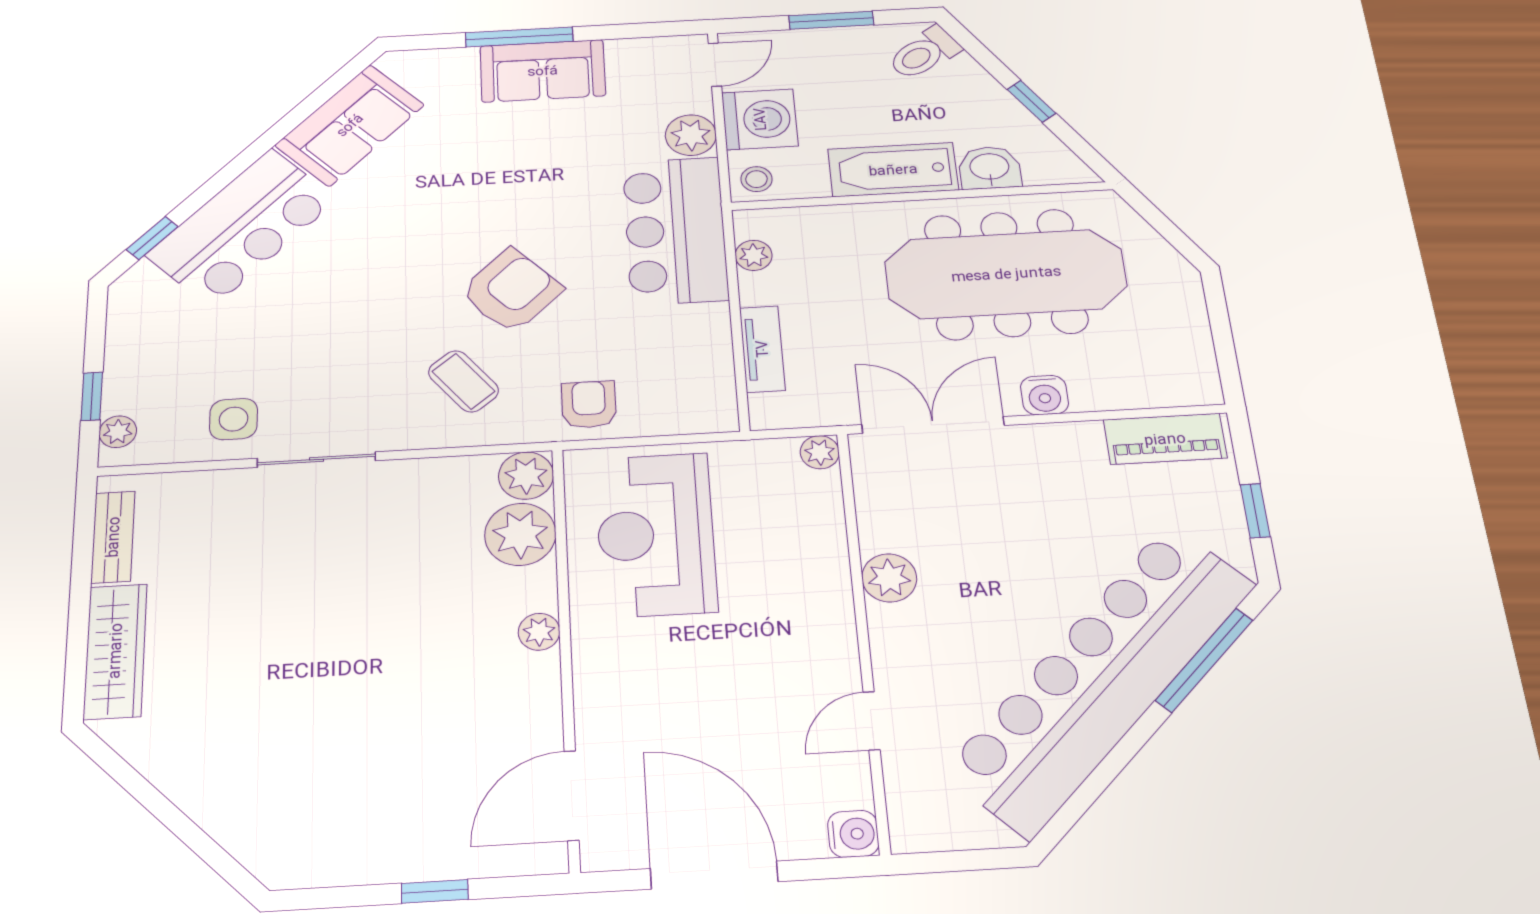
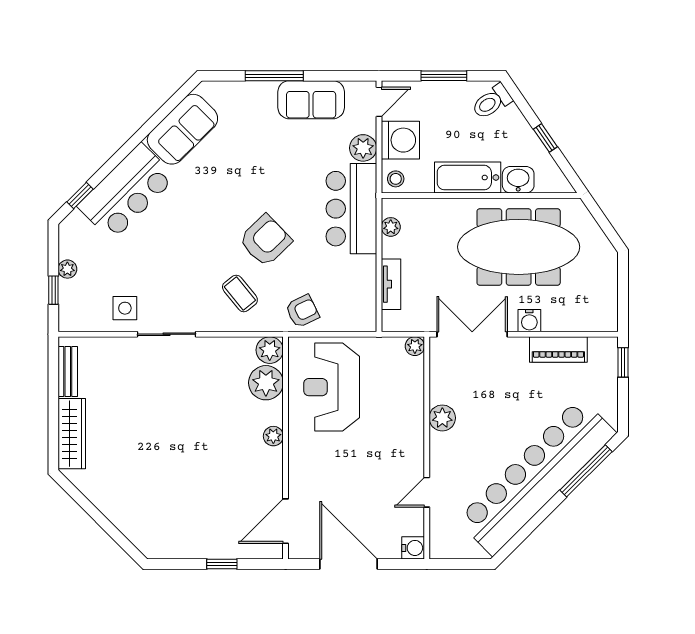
sofa: (543, 71) -> (311, 100), moved
armchair: (589, 404) -> (302, 311), turned 64
plant: (118, 432) -> (67, 269), moved
piano: (1165, 439) -> (558, 350), moved
window: (1255, 511) -> (623, 362), moved

